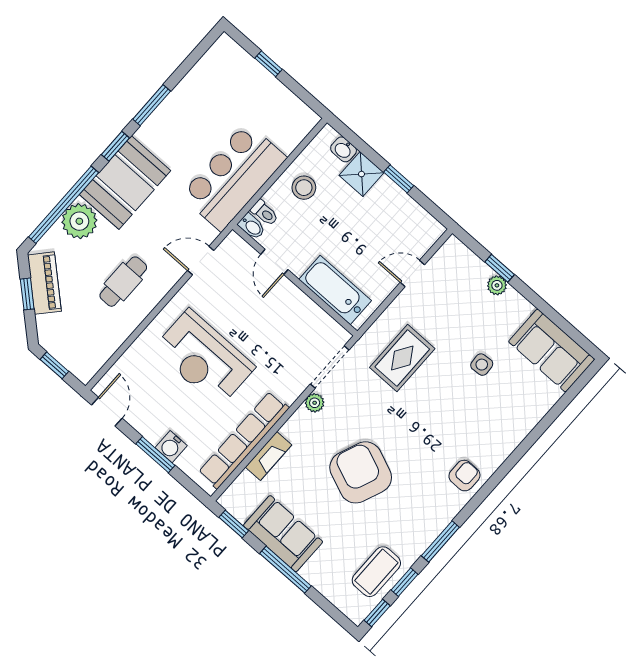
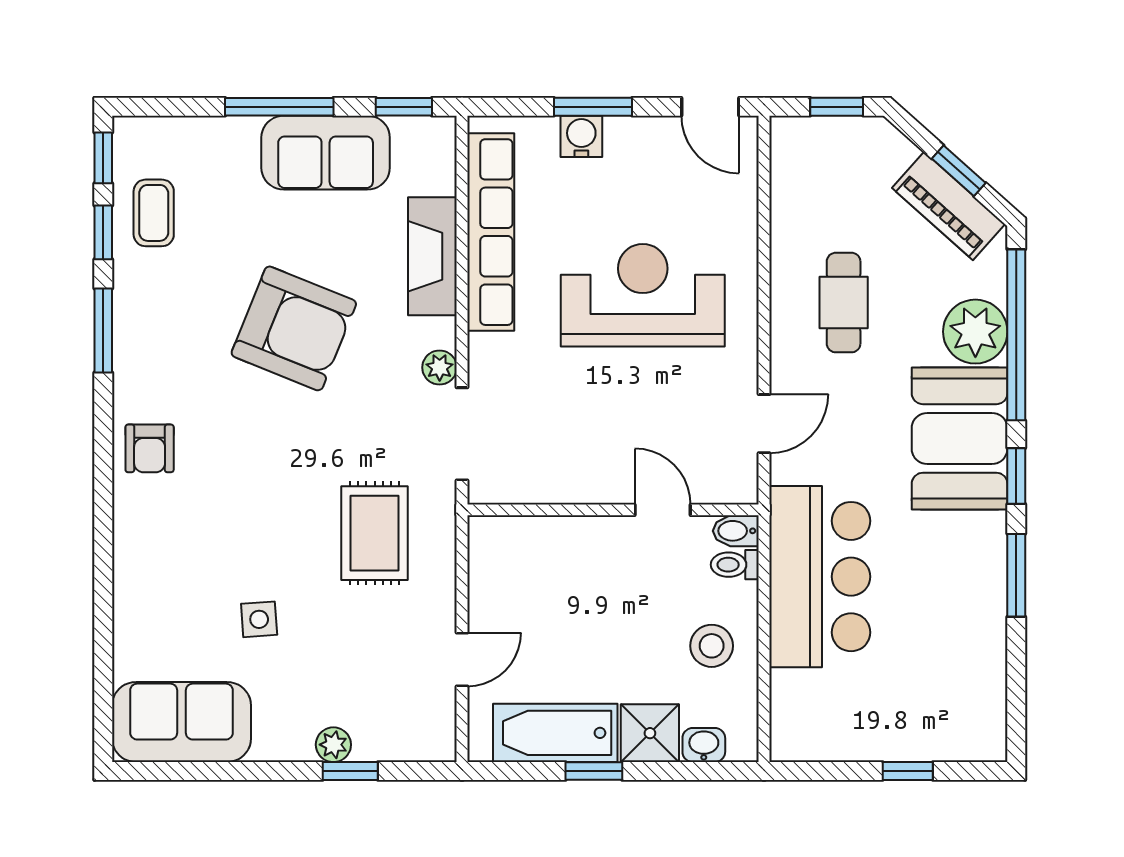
bathtub: (335, 290) -> (555, 733), moved, turned 180
fireplace: (269, 456) -> (432, 256), width x1.37, depth x1.32
coffee table: (376, 572) -> (154, 213), width x0.73, depth x0.77

